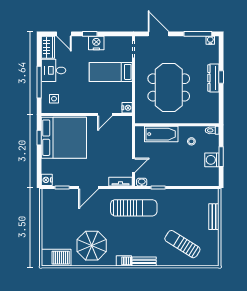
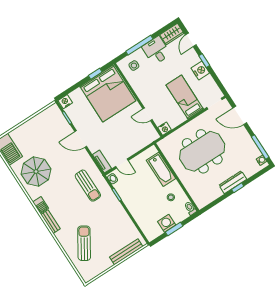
door: (158, 34) -> (240, 115), swing flipped
sun lounger: (134, 208) -> (88, 186), width x0.73, depth x0.75
bench: (214, 217) -> (126, 252), width x1.36

